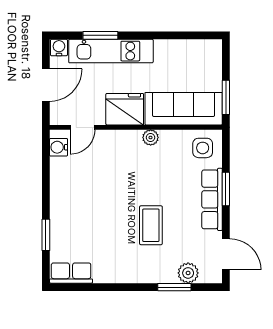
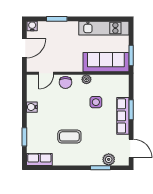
kitchen unit: (111, 51) -> (104, 28), moved
fridge: (125, 109) -> (71, 62), removed
chair: (115, 143) -> (65, 82), added
water cooler: (59, 147) -> (32, 107), moved
side table: (203, 148) -> (96, 102), moved
coffee table: (151, 225) -> (69, 136), moved, turned 90

